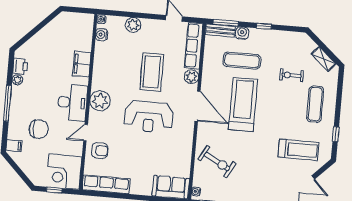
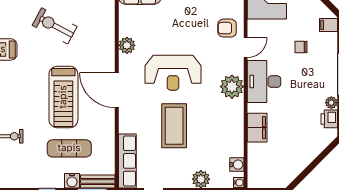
plant: (191, 77) -> (127, 45), moved
reception desk: (149, 117) -> (173, 73), turned 180
chair: (39, 129) -> (301, 47), width x0.54, depth x0.54
exercise bike: (217, 161) -> (55, 26), moved

